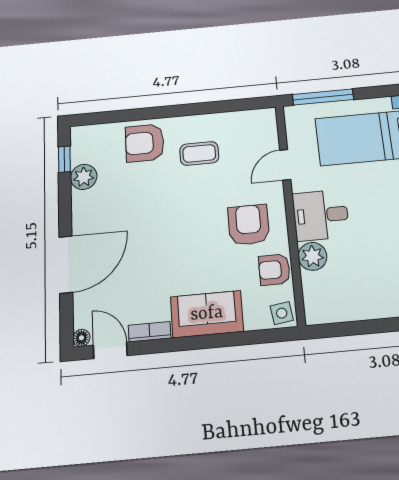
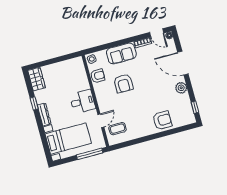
coffee table: (199, 153) -> (117, 129), moved
plant: (84, 177) -> (181, 88), moved
armchair: (249, 225) -> (123, 83), moved
plant: (313, 256) -> (83, 84), removed
door: (66, 264) -> (183, 63), hinge flipped

